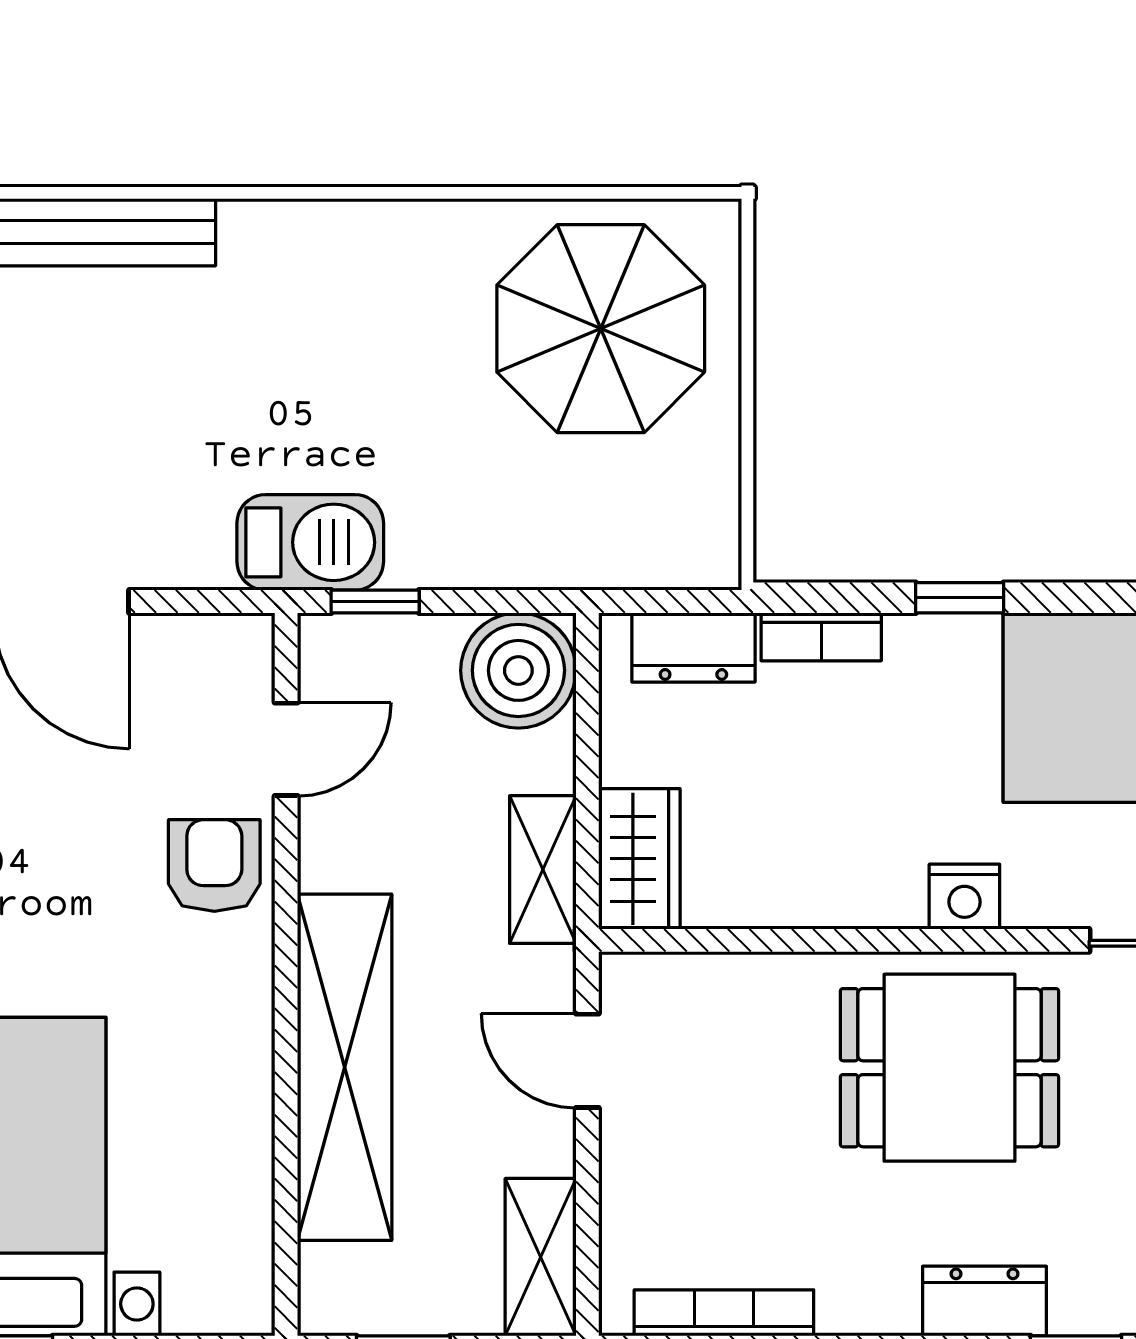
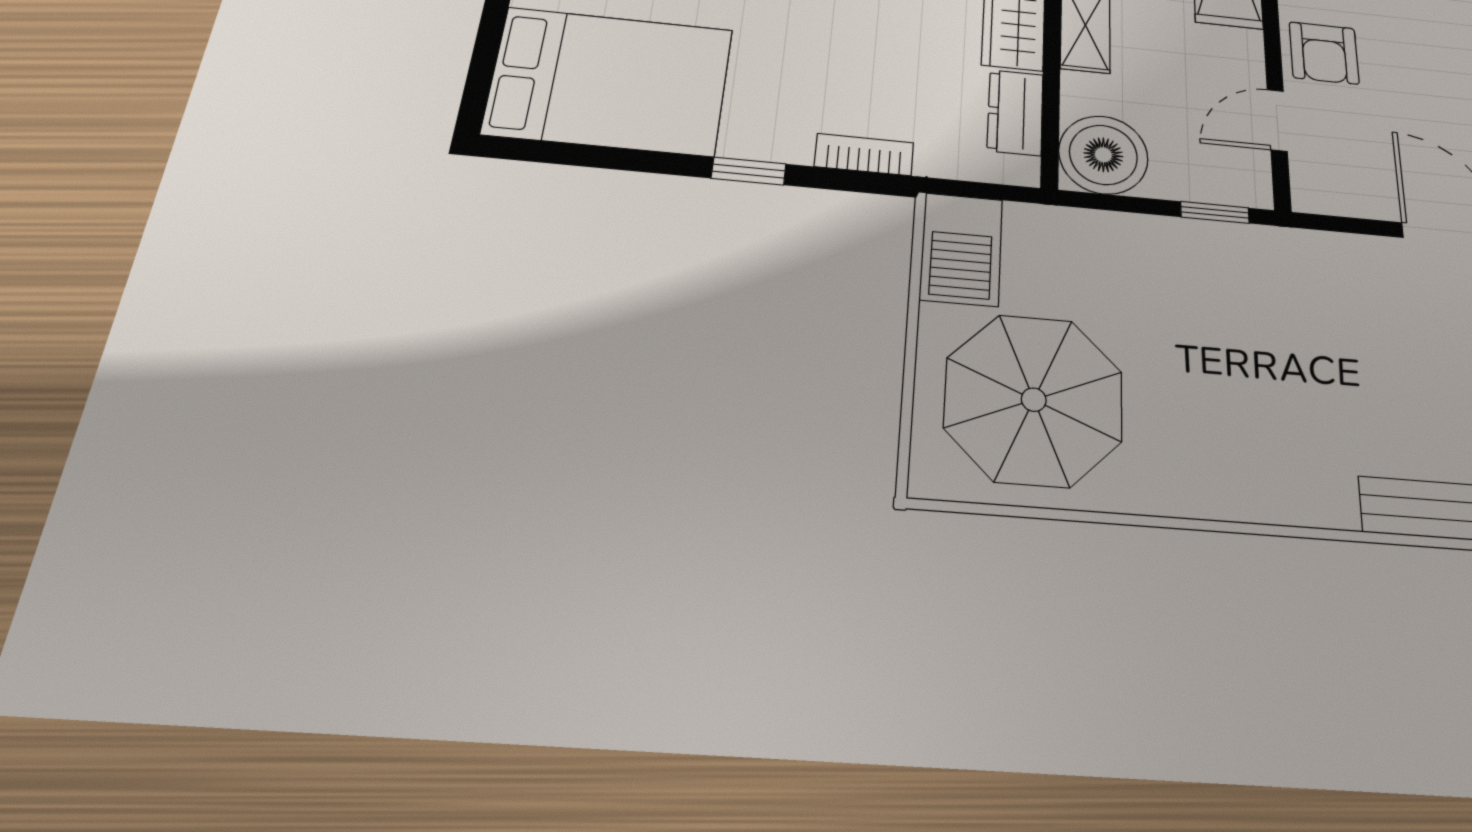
barbecue: (310, 542) -> (961, 249), moved, turned -90
dresser: (693, 647) -> (1015, 112), moved, turned -90

